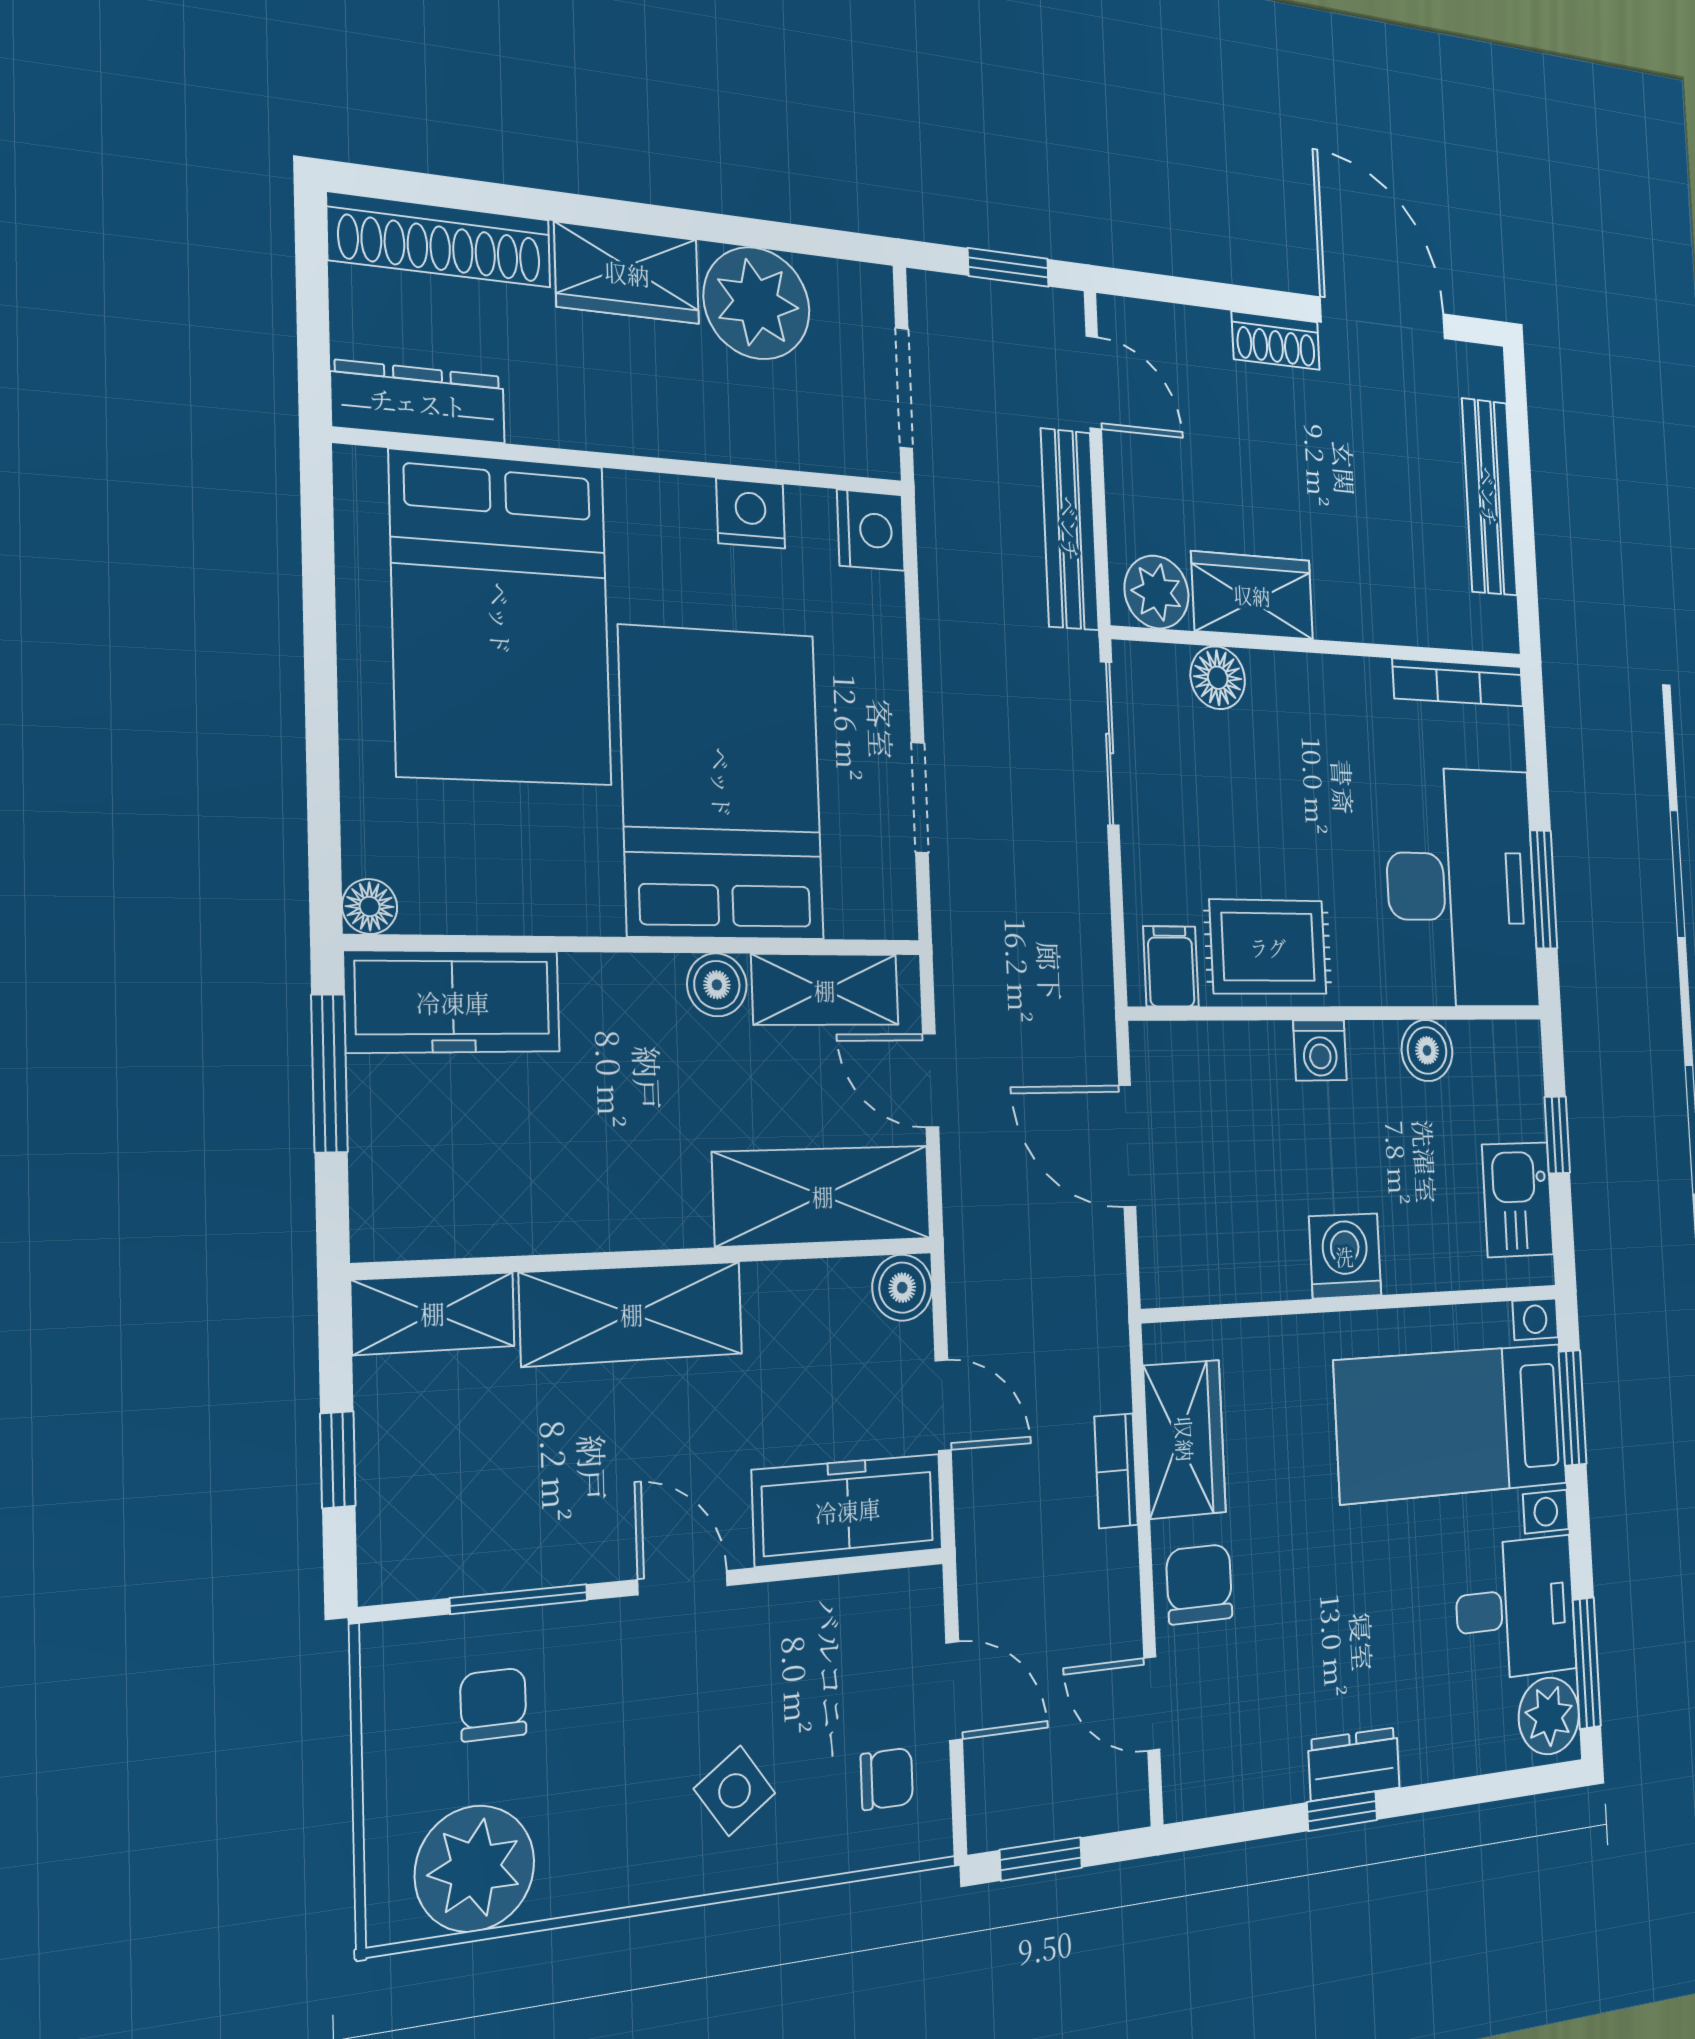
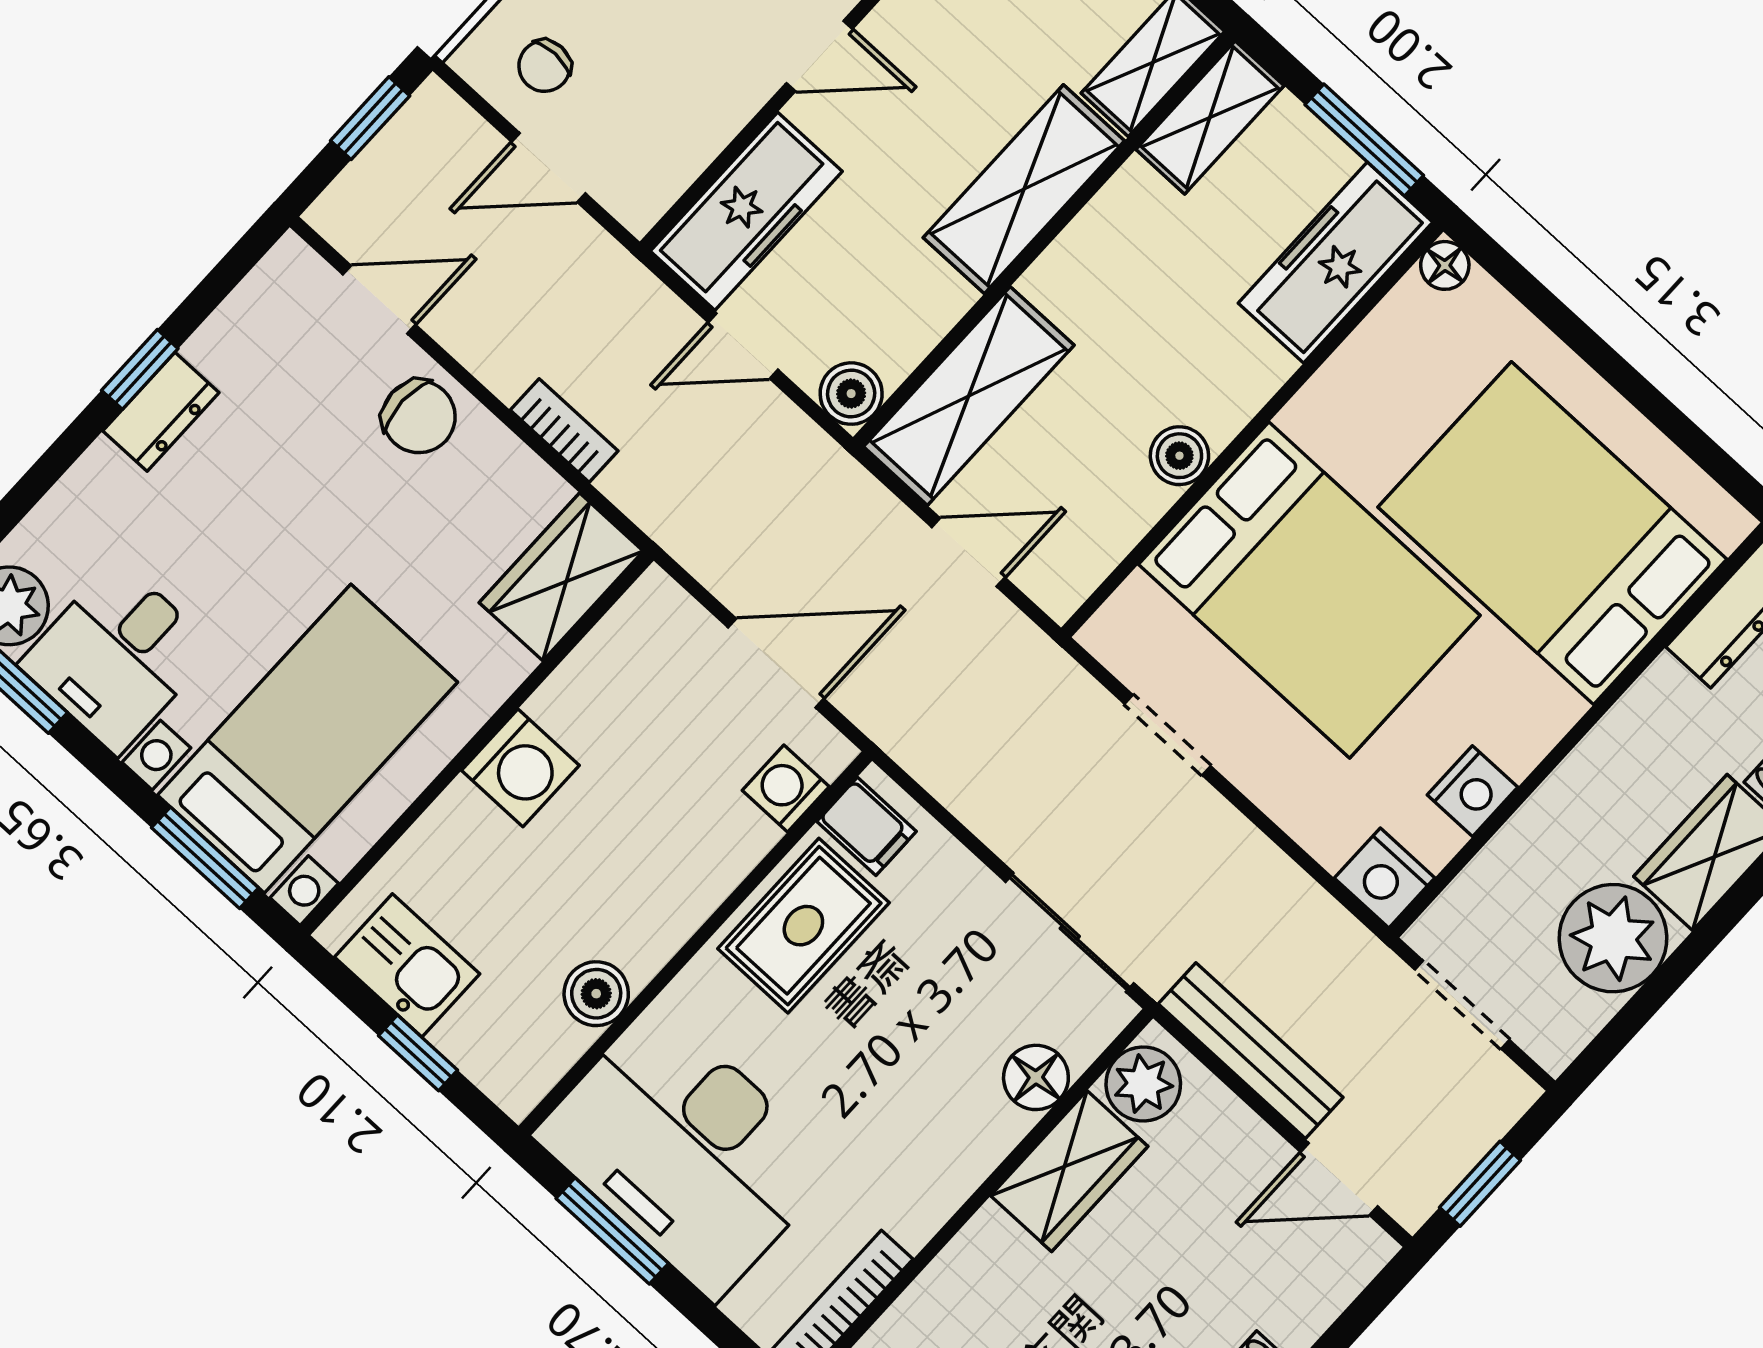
shelving: (825, 990) -> (1210, 118), moved
washing machine: (1320, 1050) -> (786, 789), moved
wardrobe: (1185, 1439) -> (561, 577), moved, turned 90

